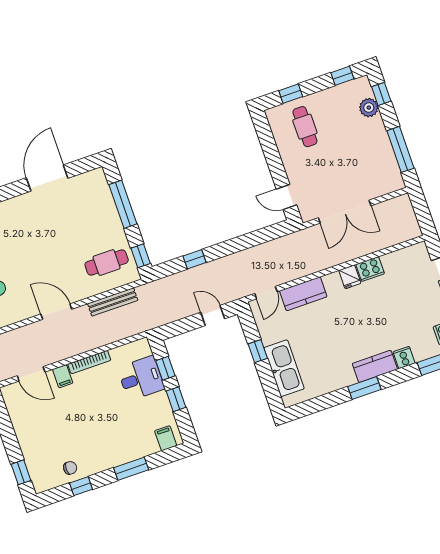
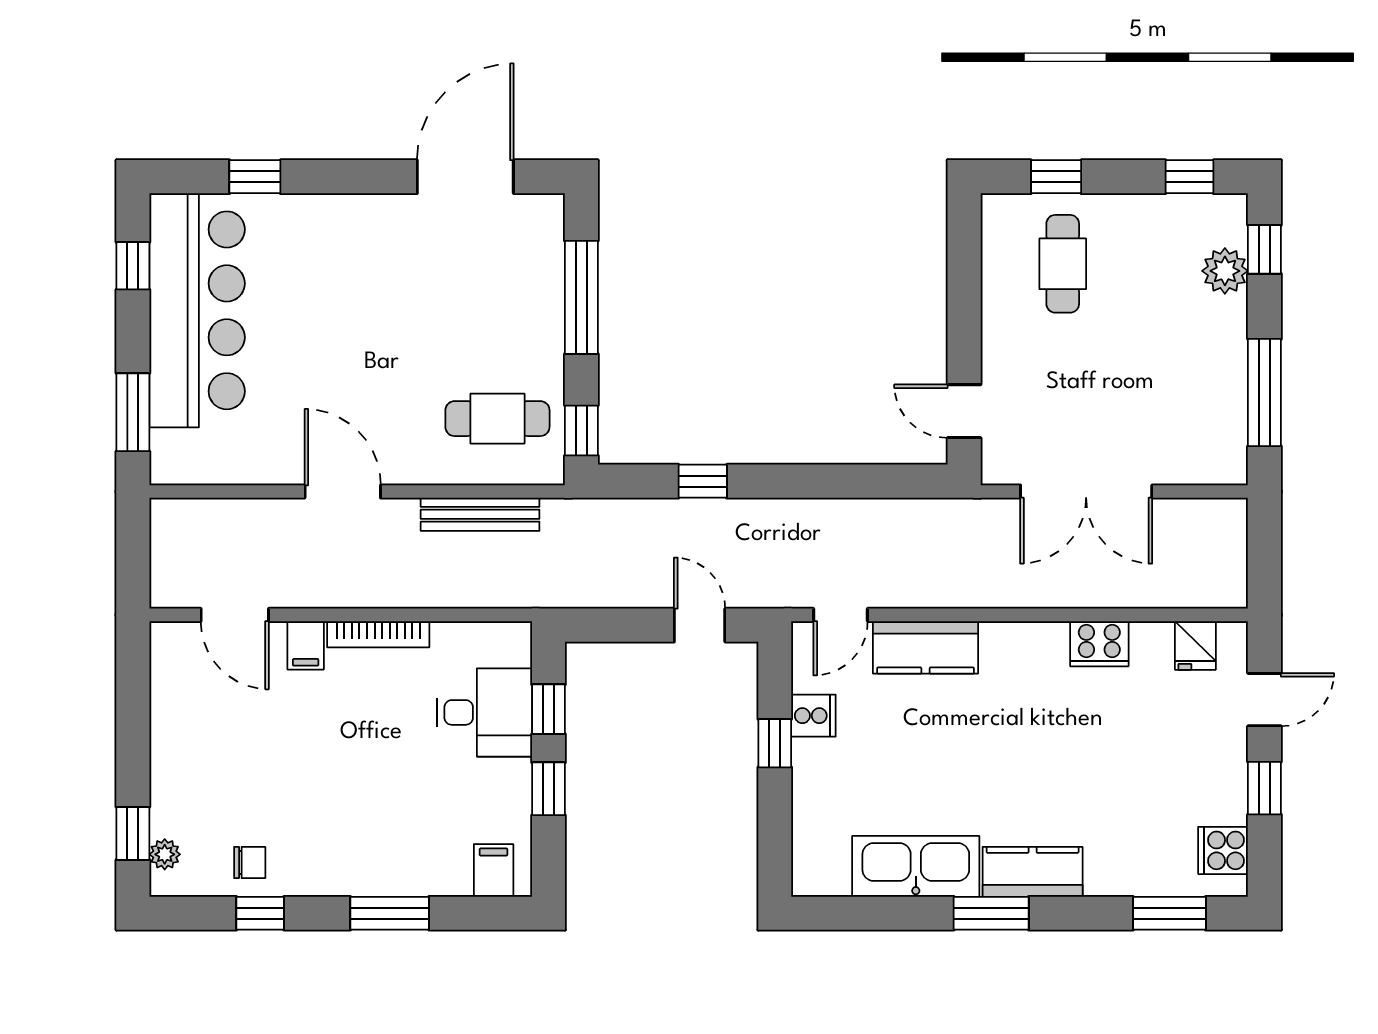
door: (47, 178) -> (465, 177), moved
fridge: (350, 277) -> (1195, 645), moved
cooker: (404, 357) -> (813, 716), moved, turned 90
kitchen sink: (284, 368) -> (916, 866), moved, turned -90
plant: (36, 476) -> (165, 854), added

